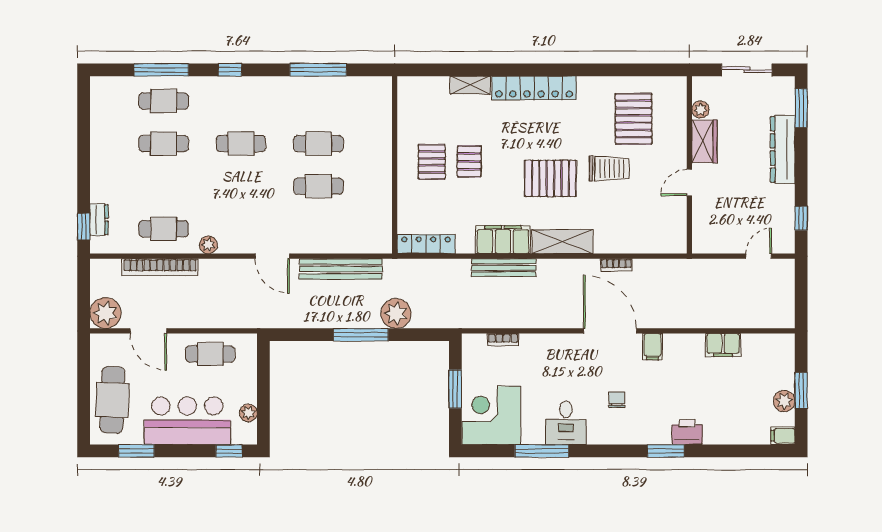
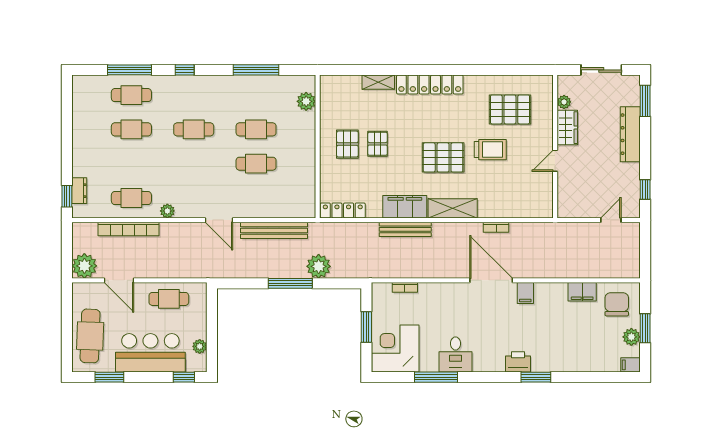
plant: (381, 109) -> (306, 101), added
pallet: (634, 119) -> (510, 109), turned 90
chair: (617, 400) -> (617, 304), moved, width x1.87, depth x1.87
printer: (687, 432) -> (518, 362), moved

